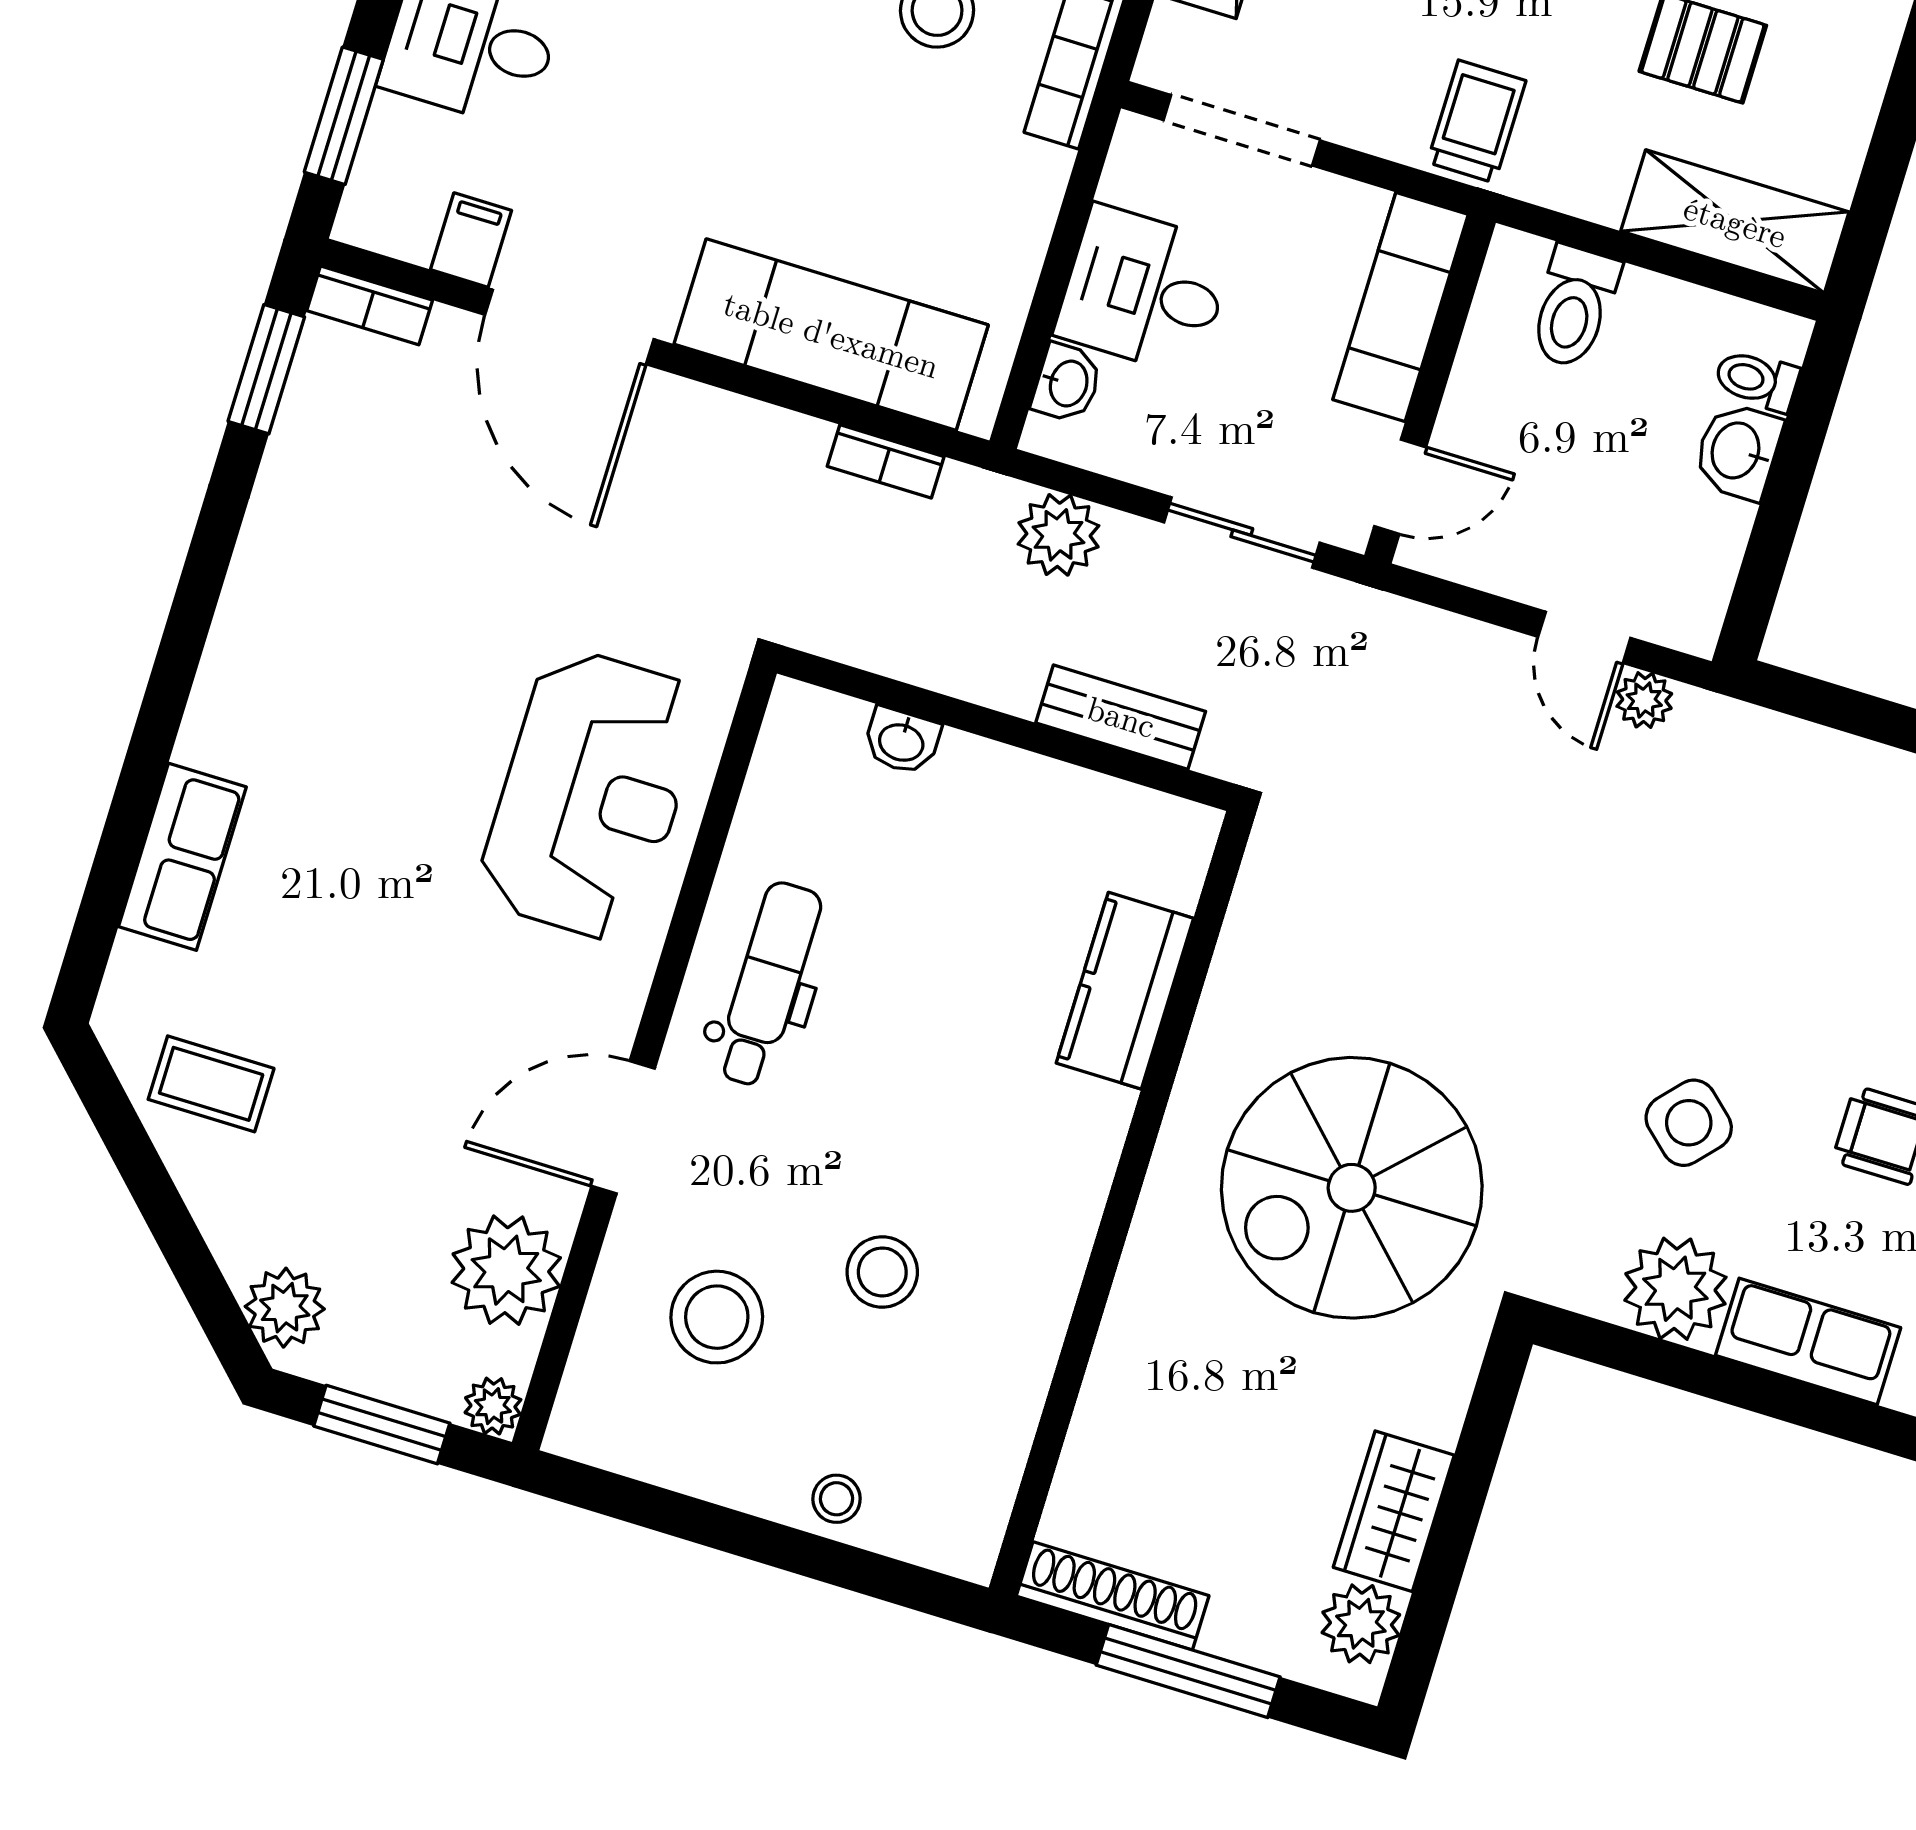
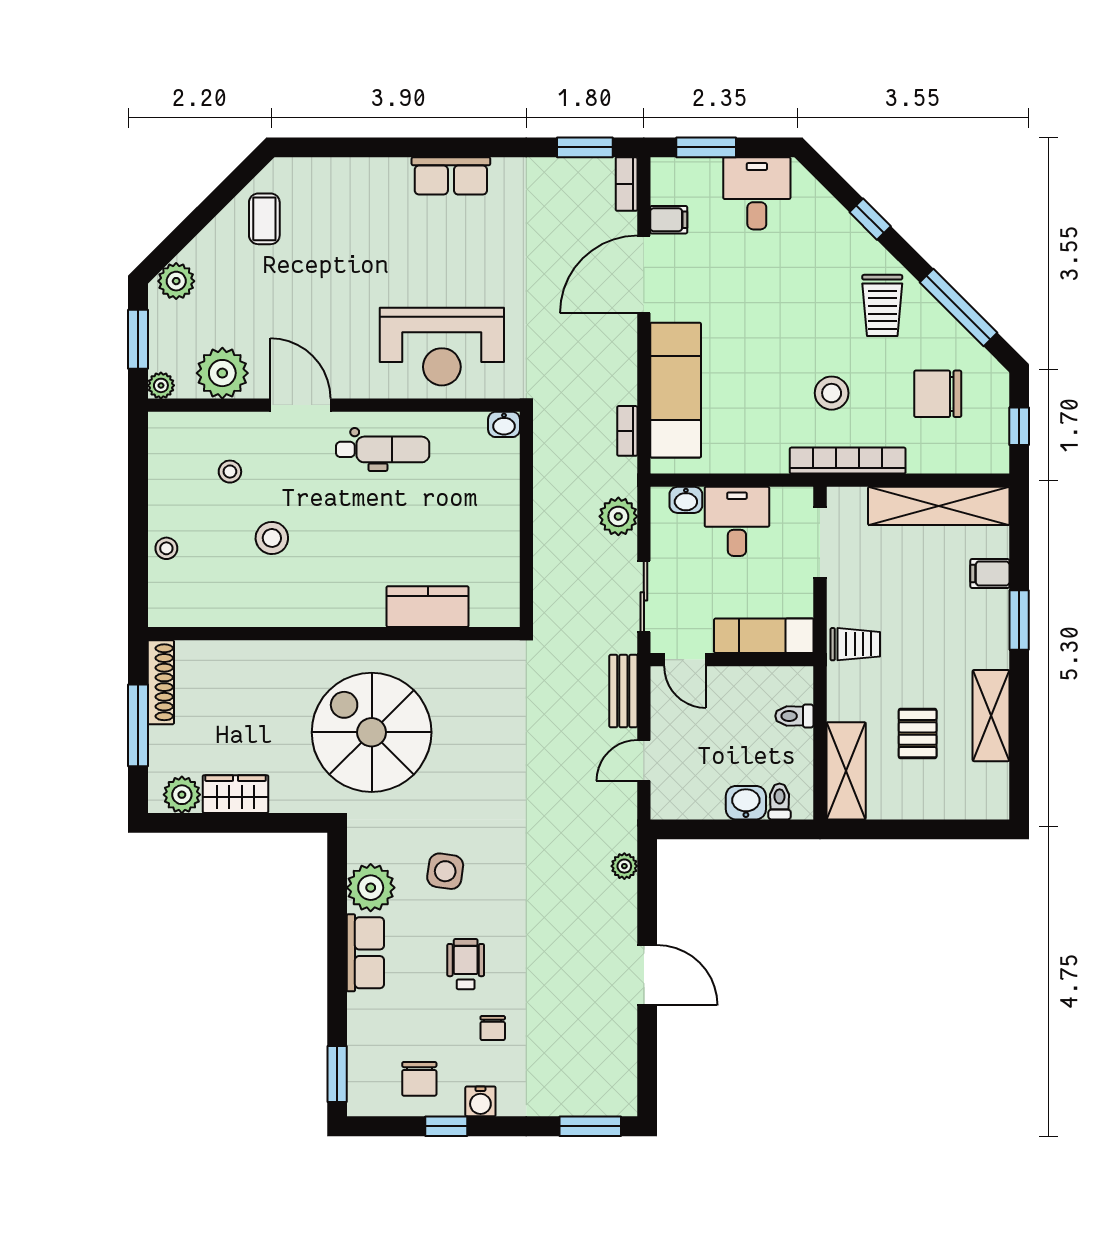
toilet: (1574, 307) -> (794, 716), width x0.73, depth x0.72
plant: (1644, 700) -> (624, 866), moved
bench: (1121, 717) -> (623, 691), moved
washbasin: (902, 741) -> (504, 424), moved, turned -90
row of seats: (182, 857) -> (451, 176), moved
side table: (1689, 1123) -> (445, 871), turned -34
stool: (717, 1317) -> (230, 472), width x0.53, depth x0.53

